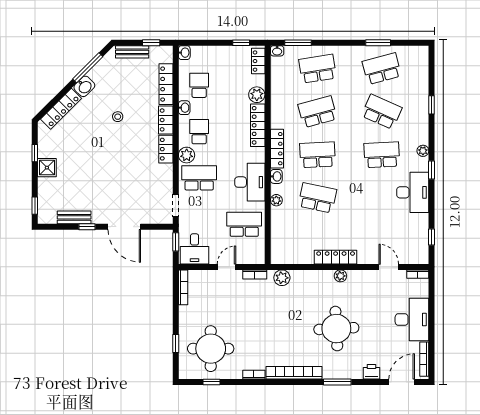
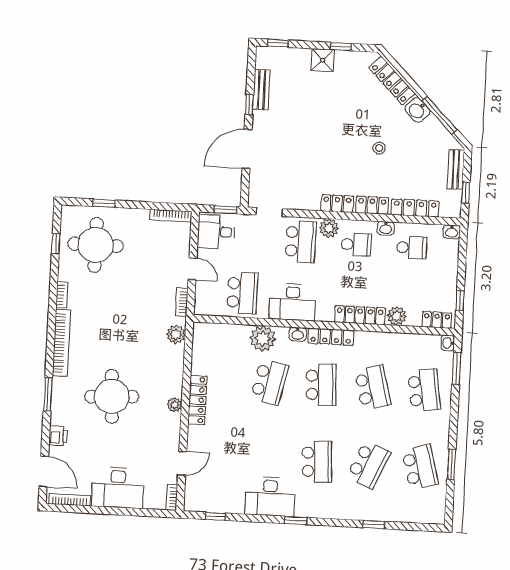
plant: (423, 151) -> (319, 511), removed
plant: (276, 200) -> (263, 338), width x1.88, depth x1.88

